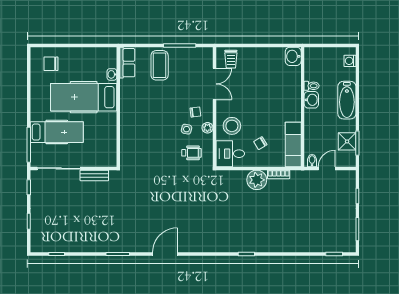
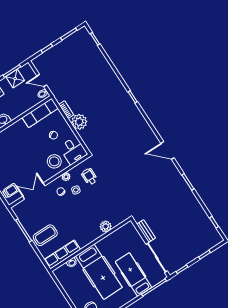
row of seats: (127, 63) -> (62, 254), width x1.48
plant: (127, 136) -> (106, 226), added

